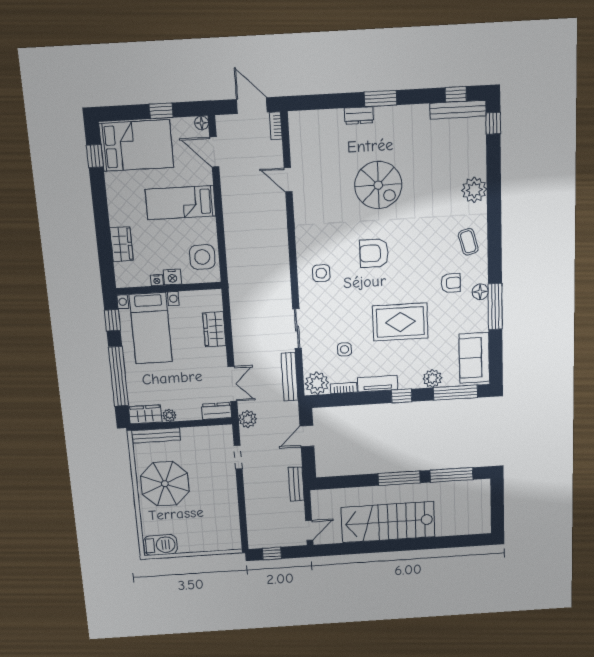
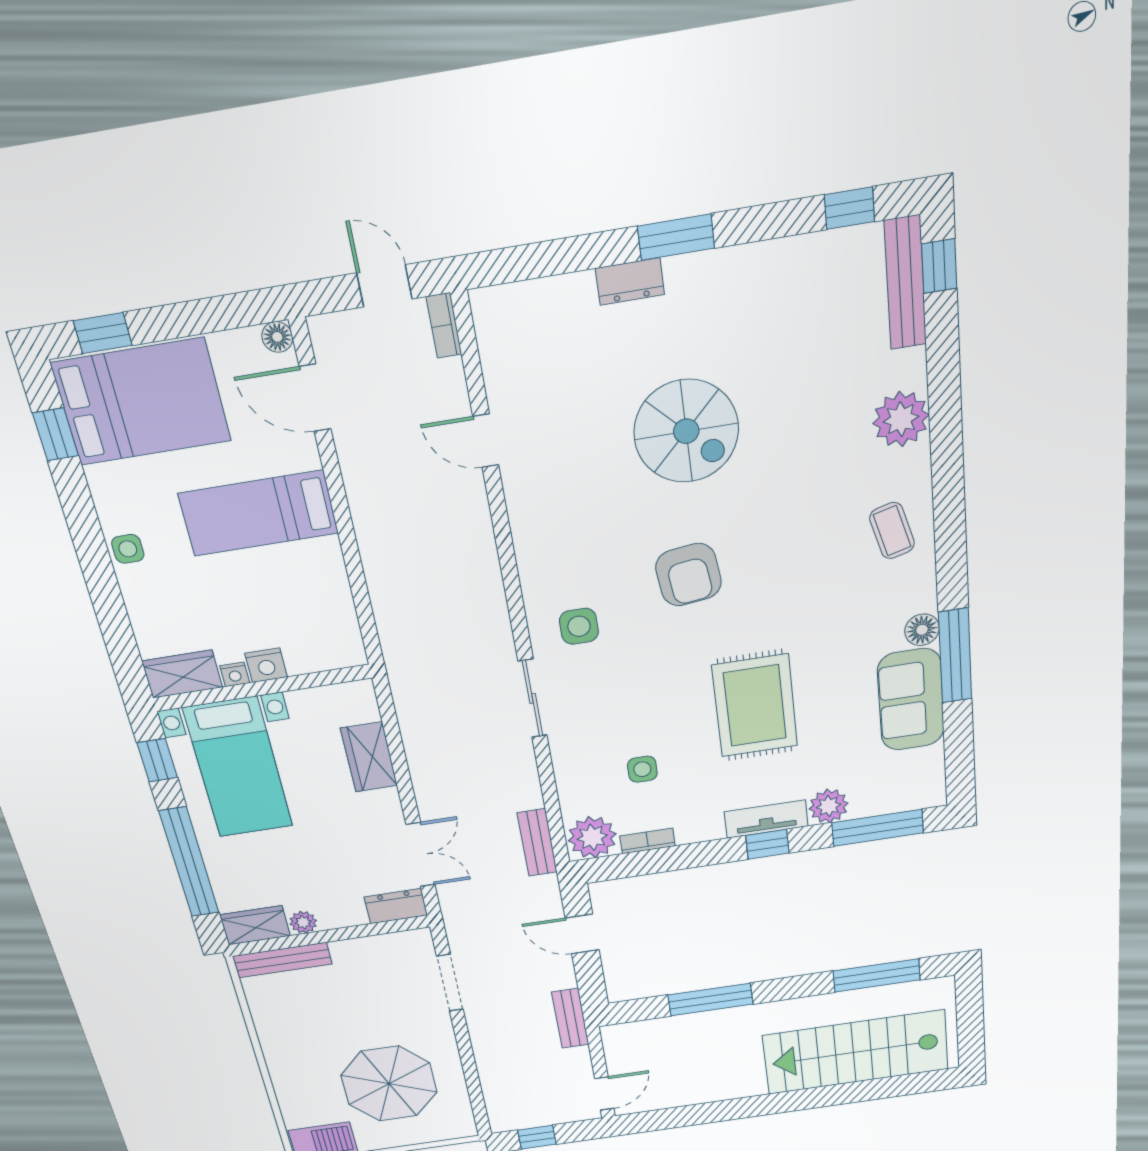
door: (252, 106) -> (384, 286), width x0.73
bench: (458, 110) -> (905, 283), moved, turned 90
window: (161, 111) -> (103, 333), moved
wardrobe: (121, 244) -> (182, 674), moved, turned -90
armchair: (374, 253) -> (689, 575), turned -97
side table: (202, 257) -> (128, 549), moved, width x0.54, depth x0.54
armchair: (451, 283) -> (858, 618), removed
rug: (400, 322) -> (755, 706), turned 90
sliding door: (297, 329) -> (533, 698), moved
sofa: (474, 358) -> (911, 700), moved
bench: (290, 377) -> (537, 843), width x0.73
tv unit: (378, 384) -> (766, 819), moved
plant: (248, 419) -> (460, 915), removed
door: (307, 436) -> (582, 934), hinge flipped
doorway: (238, 457) -> (450, 983), width x1.38
window: (399, 478) -> (710, 1000), moved
parasol: (165, 484) -> (389, 1084), moved
stairs: (388, 522) -> (856, 1052), moved

